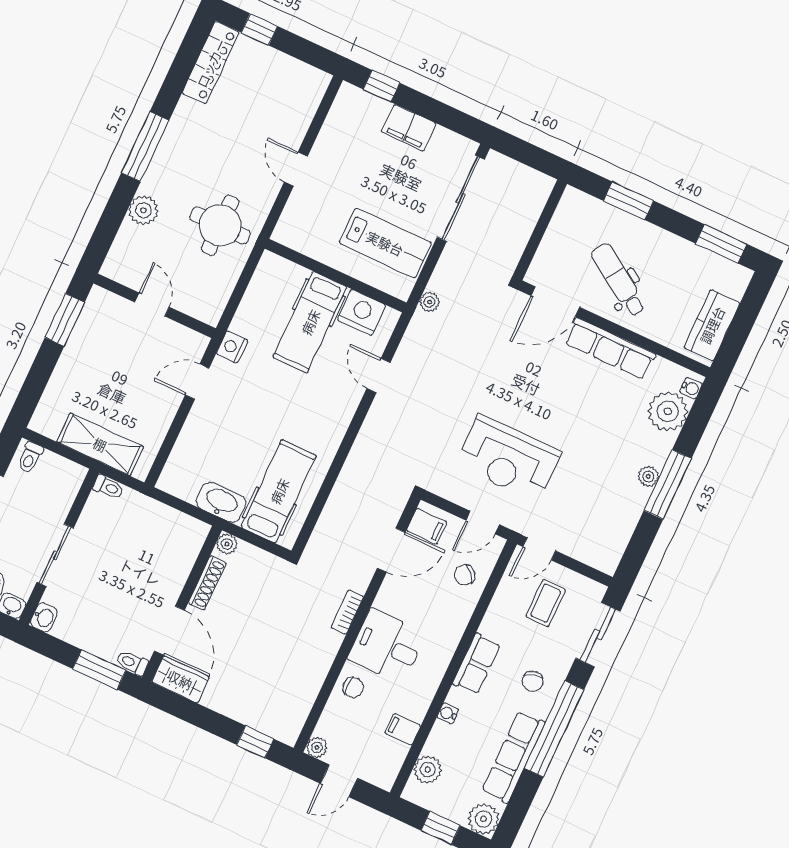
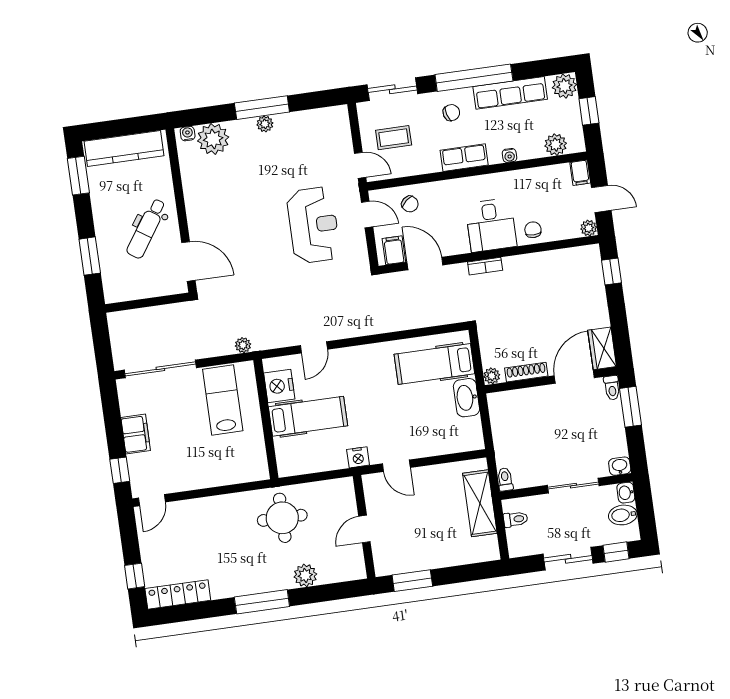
door: (296, 169) -> (152, 500), moved
kitchen counter: (712, 325) -> (124, 148), width x1.50
row of seats: (610, 349) -> (196, 205), removed
toilet: (30, 458) -> (516, 519), moved
filing cabinet: (403, 729) -> (580, 173), moved

